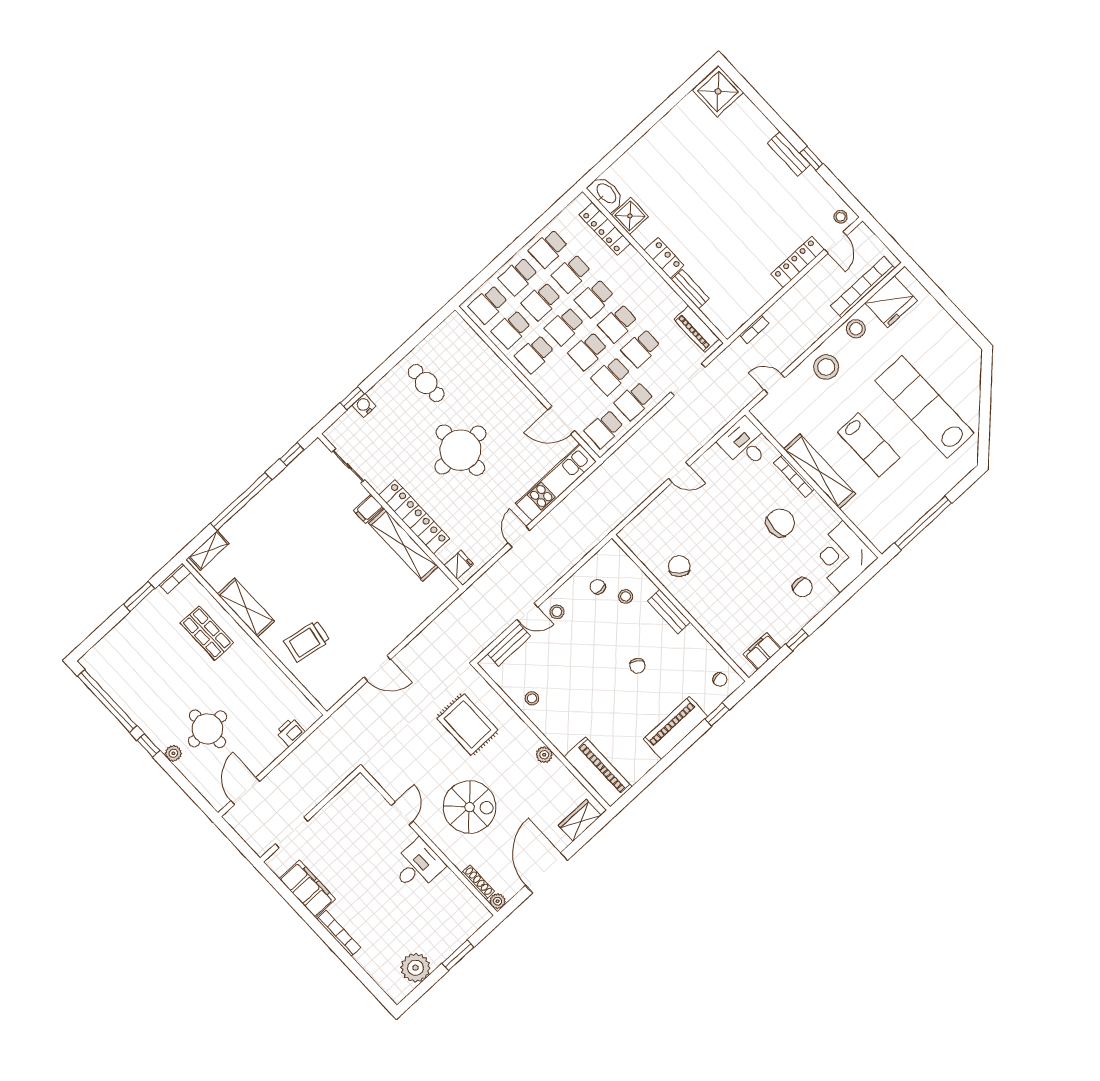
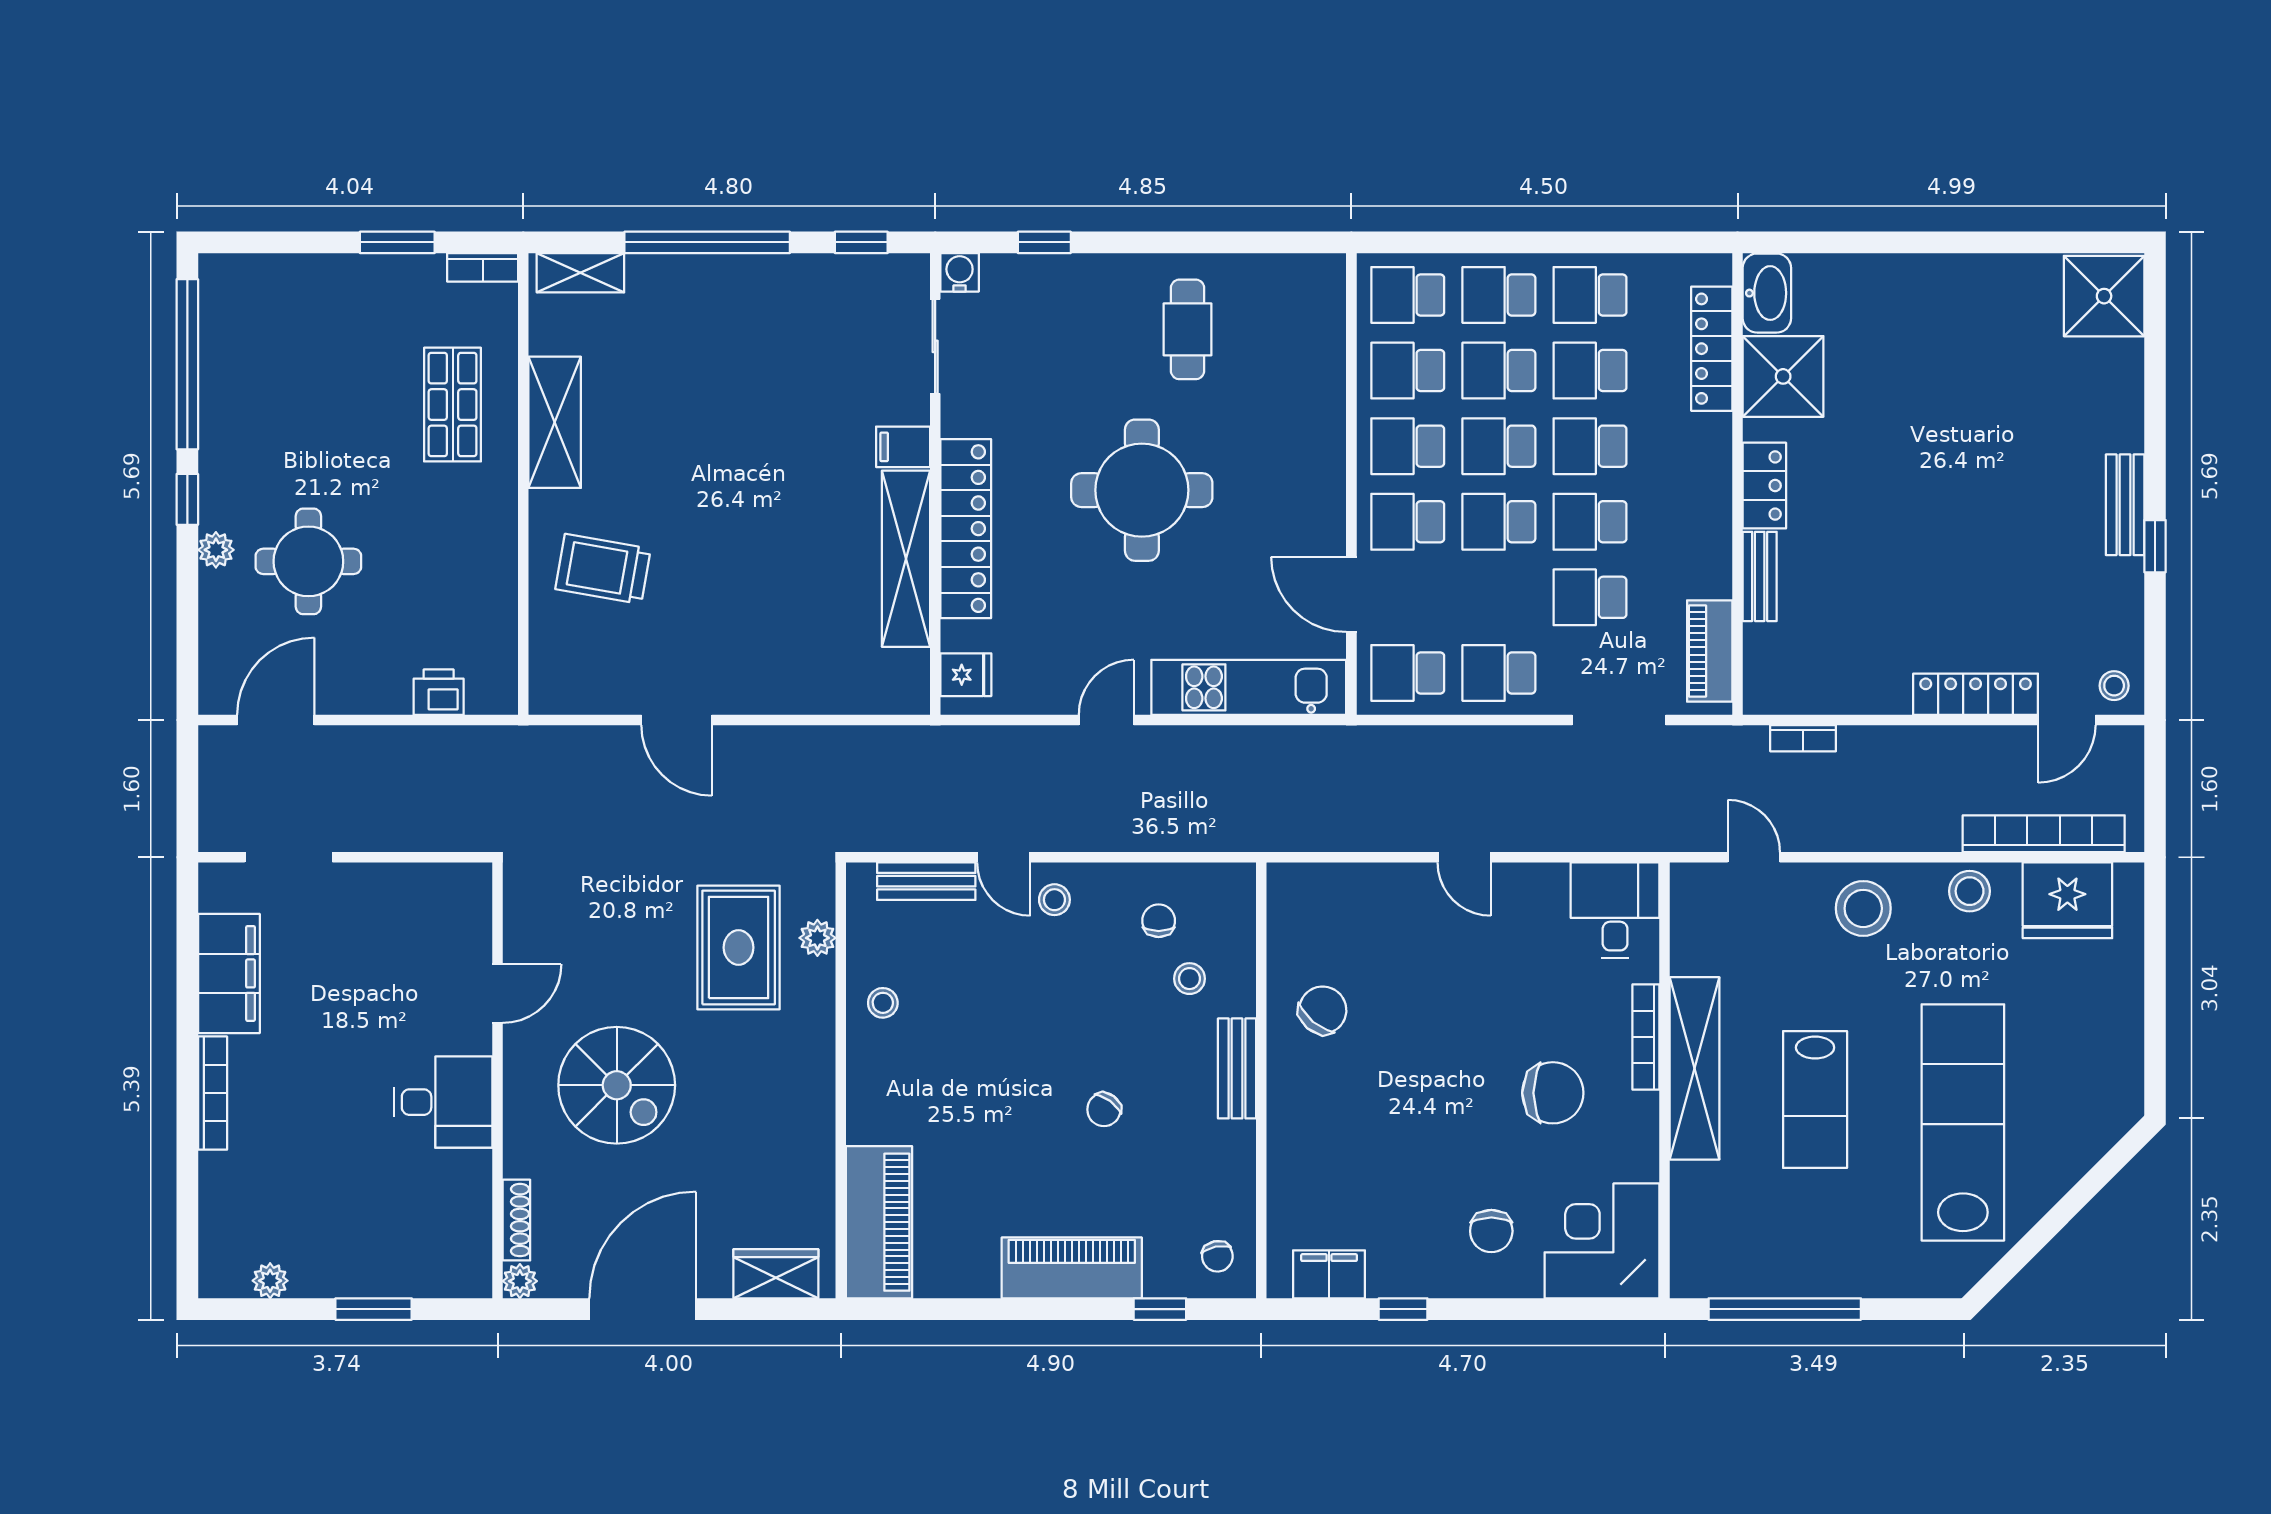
shower: (630, 216) -> (1783, 376), width x1.36, depth x1.36
school desk: (611, 376) -> (1408, 522), moved
water cooler: (364, 406) -> (960, 272), moved
plant: (544, 755) -> (817, 938), moved
plant: (415, 968) -> (270, 1281), width x0.53, depth x0.53

